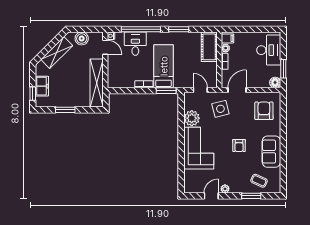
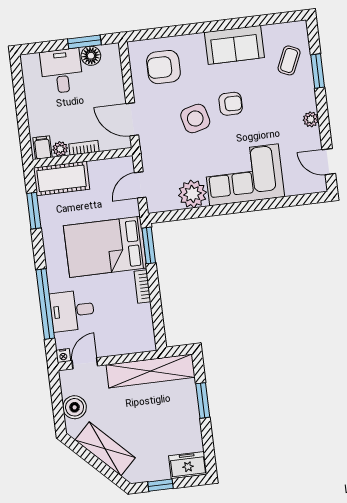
window: (179, 29) -> (34, 211), moved
desk: (269, 50) -> (62, 71), width x0.73
bed: (164, 66) -> (105, 247), width x1.50
floor lamp: (275, 82) -> (91, 56), moved
freezer: (42, 86) -> (188, 465), moved
window: (33, 94) -> (160, 485), moved
side table: (220, 109) -> (195, 119), moved
window: (65, 110) -> (203, 400), moved
door: (211, 196) -> (329, 162), moved

